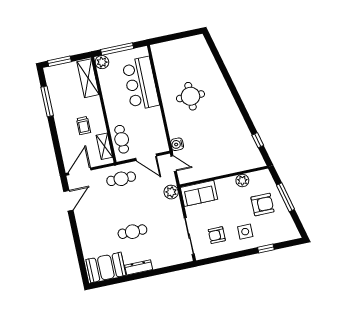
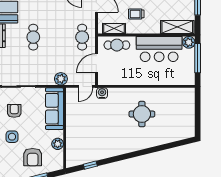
bar counter: (141, 84) -> (159, 49), moved, turned 180
sofa: (199, 193) -> (54, 109), width x1.36

